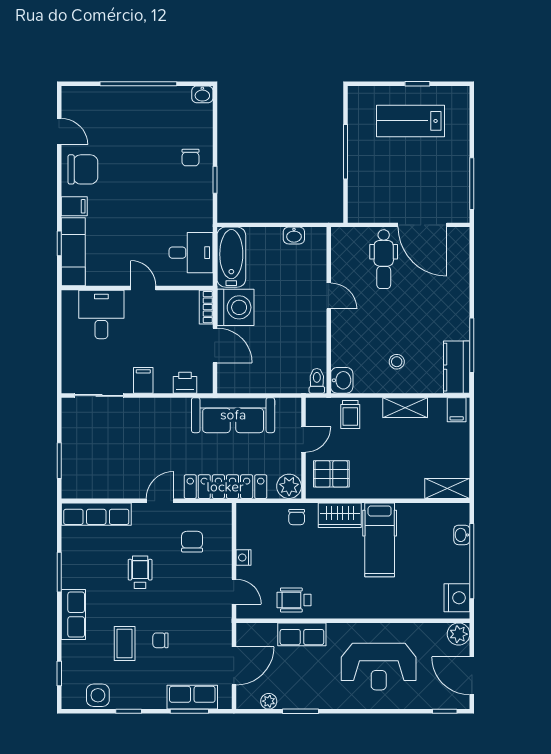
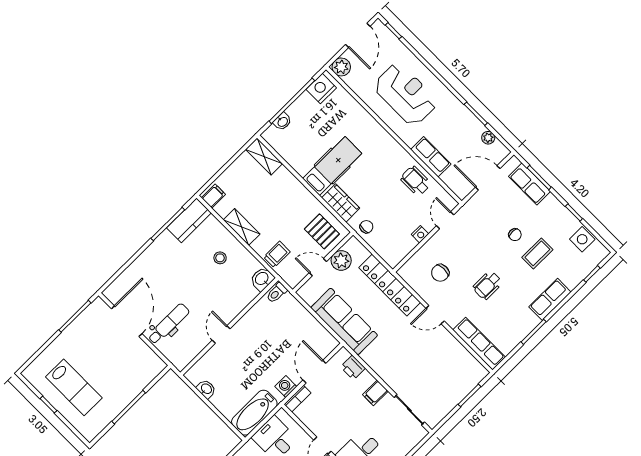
washing machine: (235, 307) -> (286, 387), width x0.53, depth x0.53
plant: (289, 486) -> (341, 261), moved
wheelchair: (294, 600) -> (416, 181), turned 180

